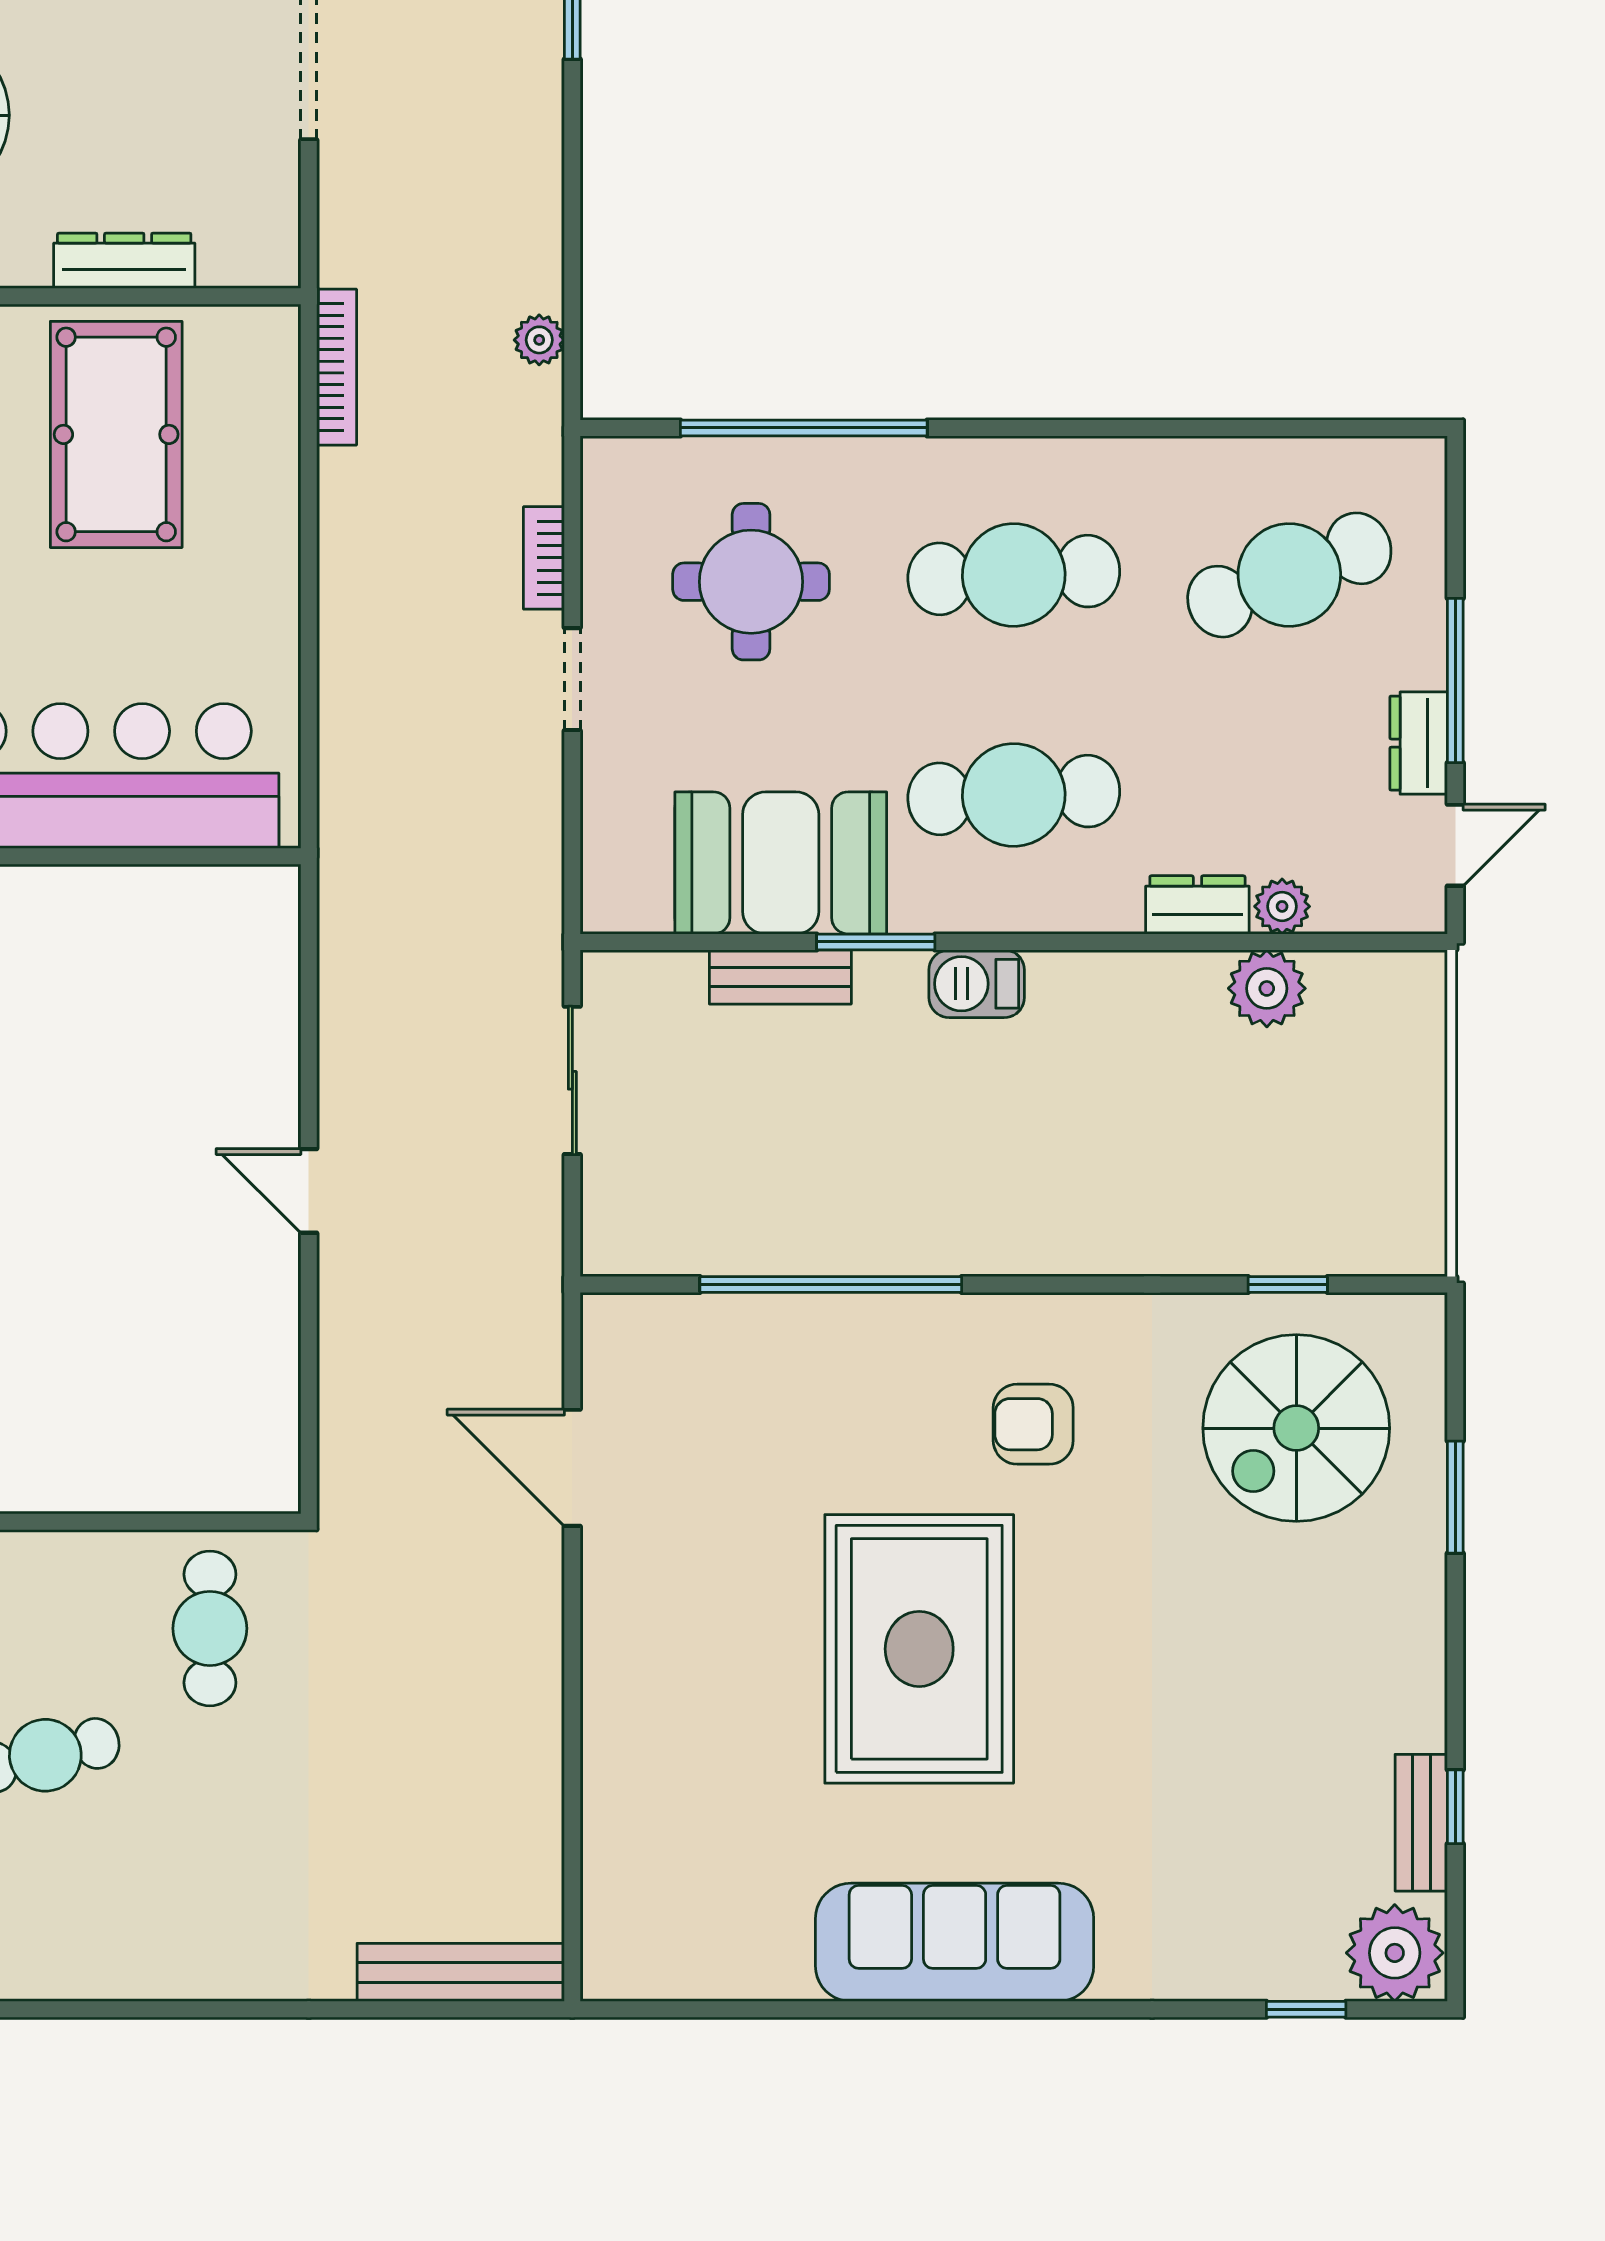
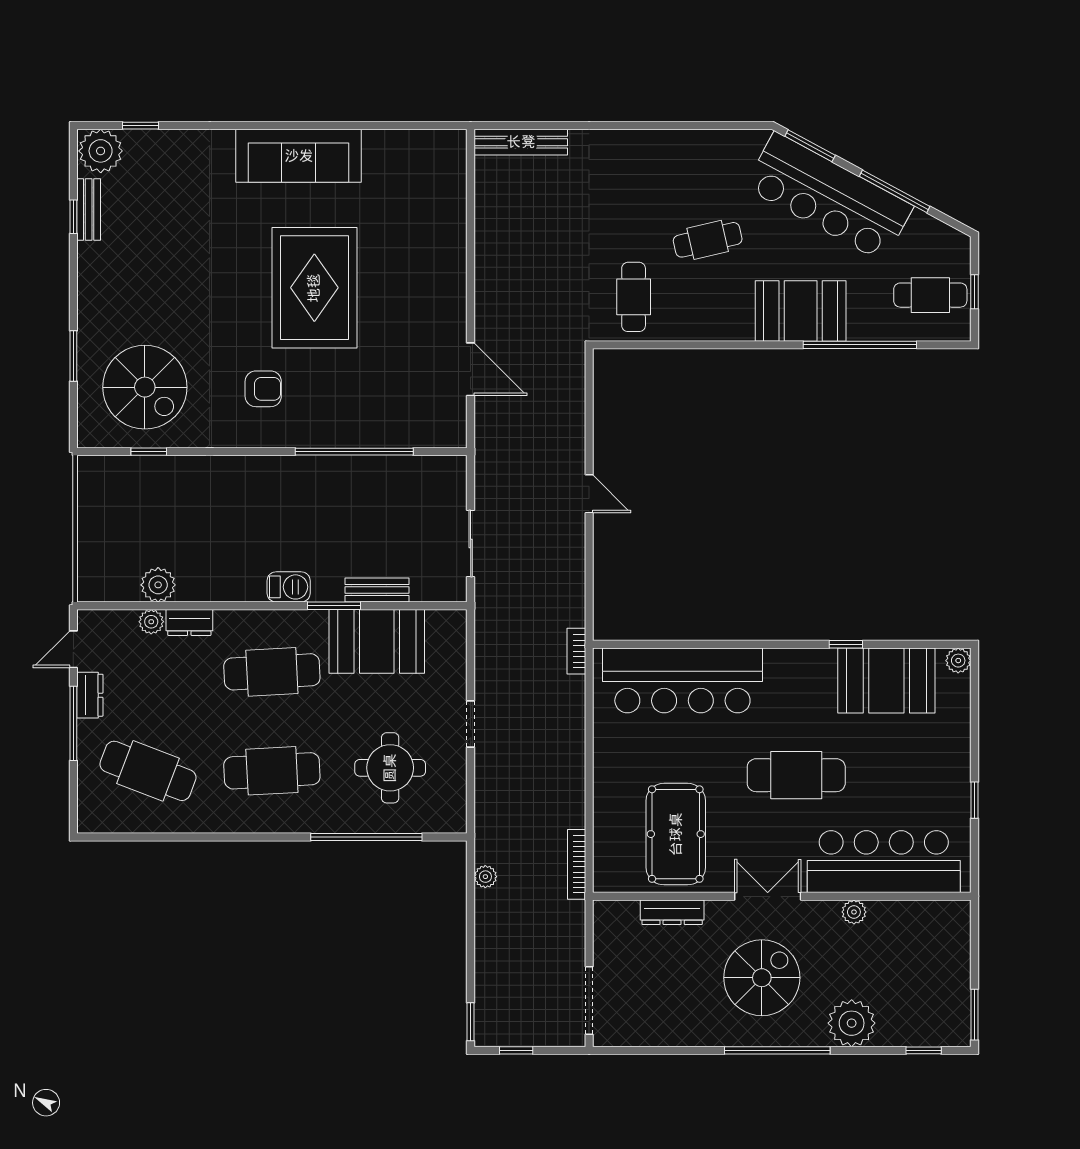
bookcase: (544, 558) -> (576, 651), moved, turned 180
cafe table: (1289, 575) -> (148, 771), turned 42
spiral stairs: (1296, 1428) -> (145, 387), turned 90

